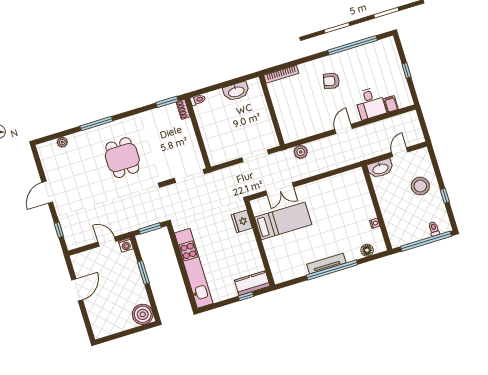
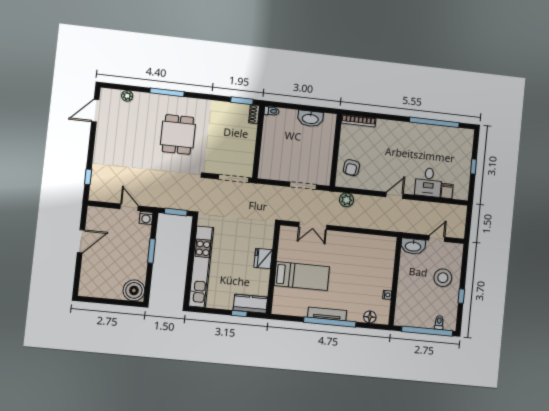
armchair: (331, 81) -> (351, 168), moved, turned -94
door: (47, 192) -> (95, 111), moved
fridge: (242, 221) -> (263, 258), moved
bed: (283, 221) -> (302, 276), moved

